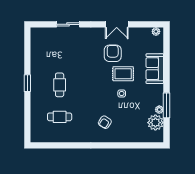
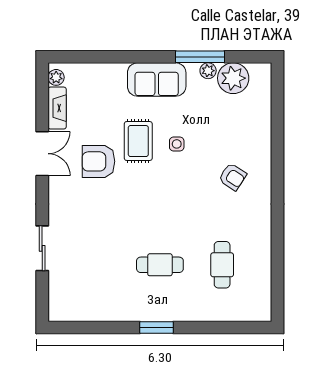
fireplace: (140, 32) -> (57, 108), added
sofa: (155, 69) -> (157, 80), moved

